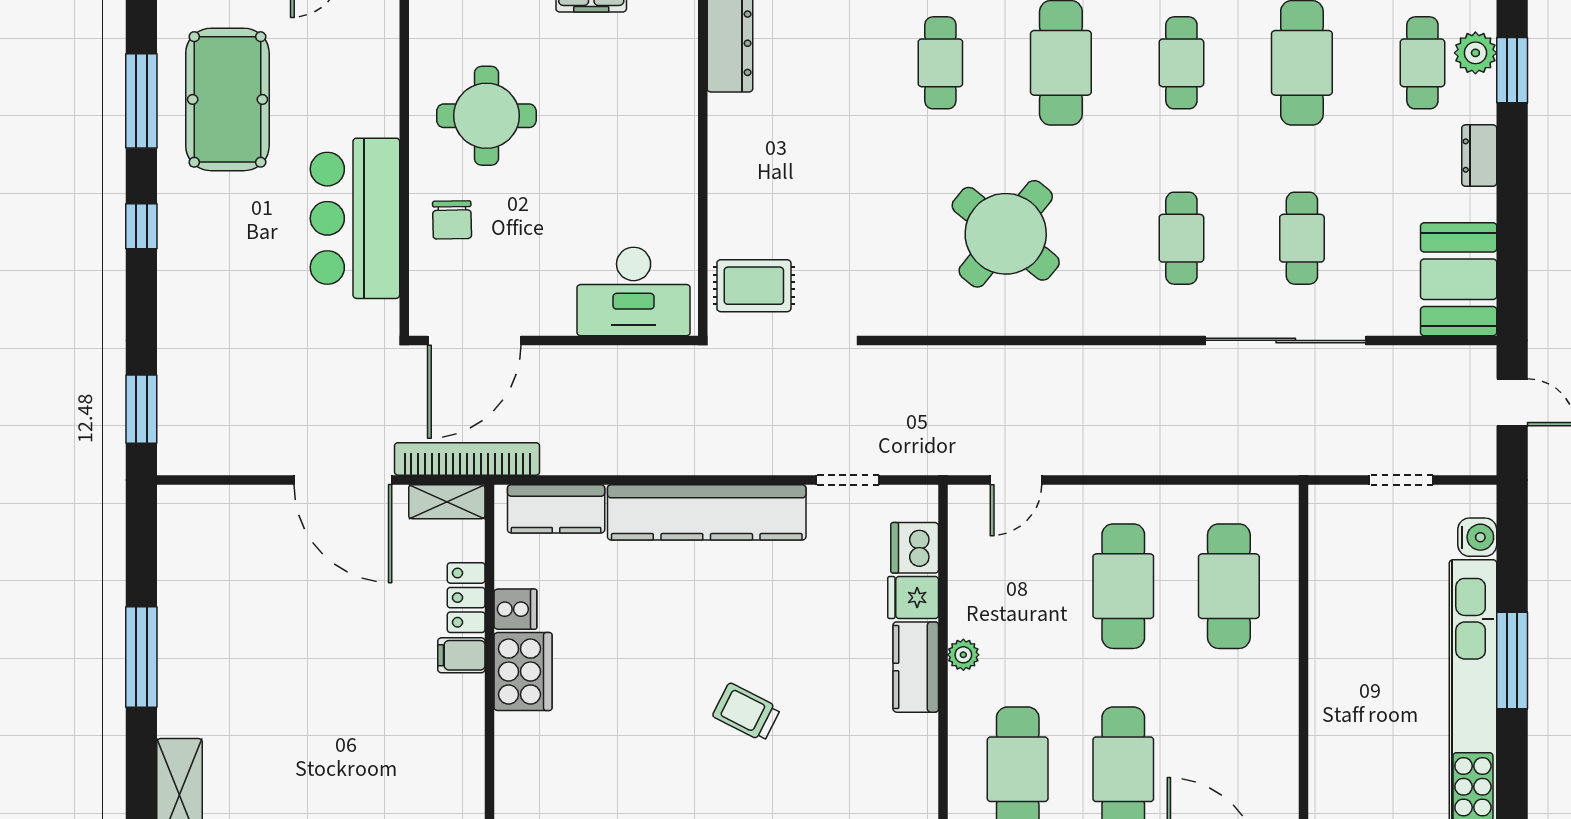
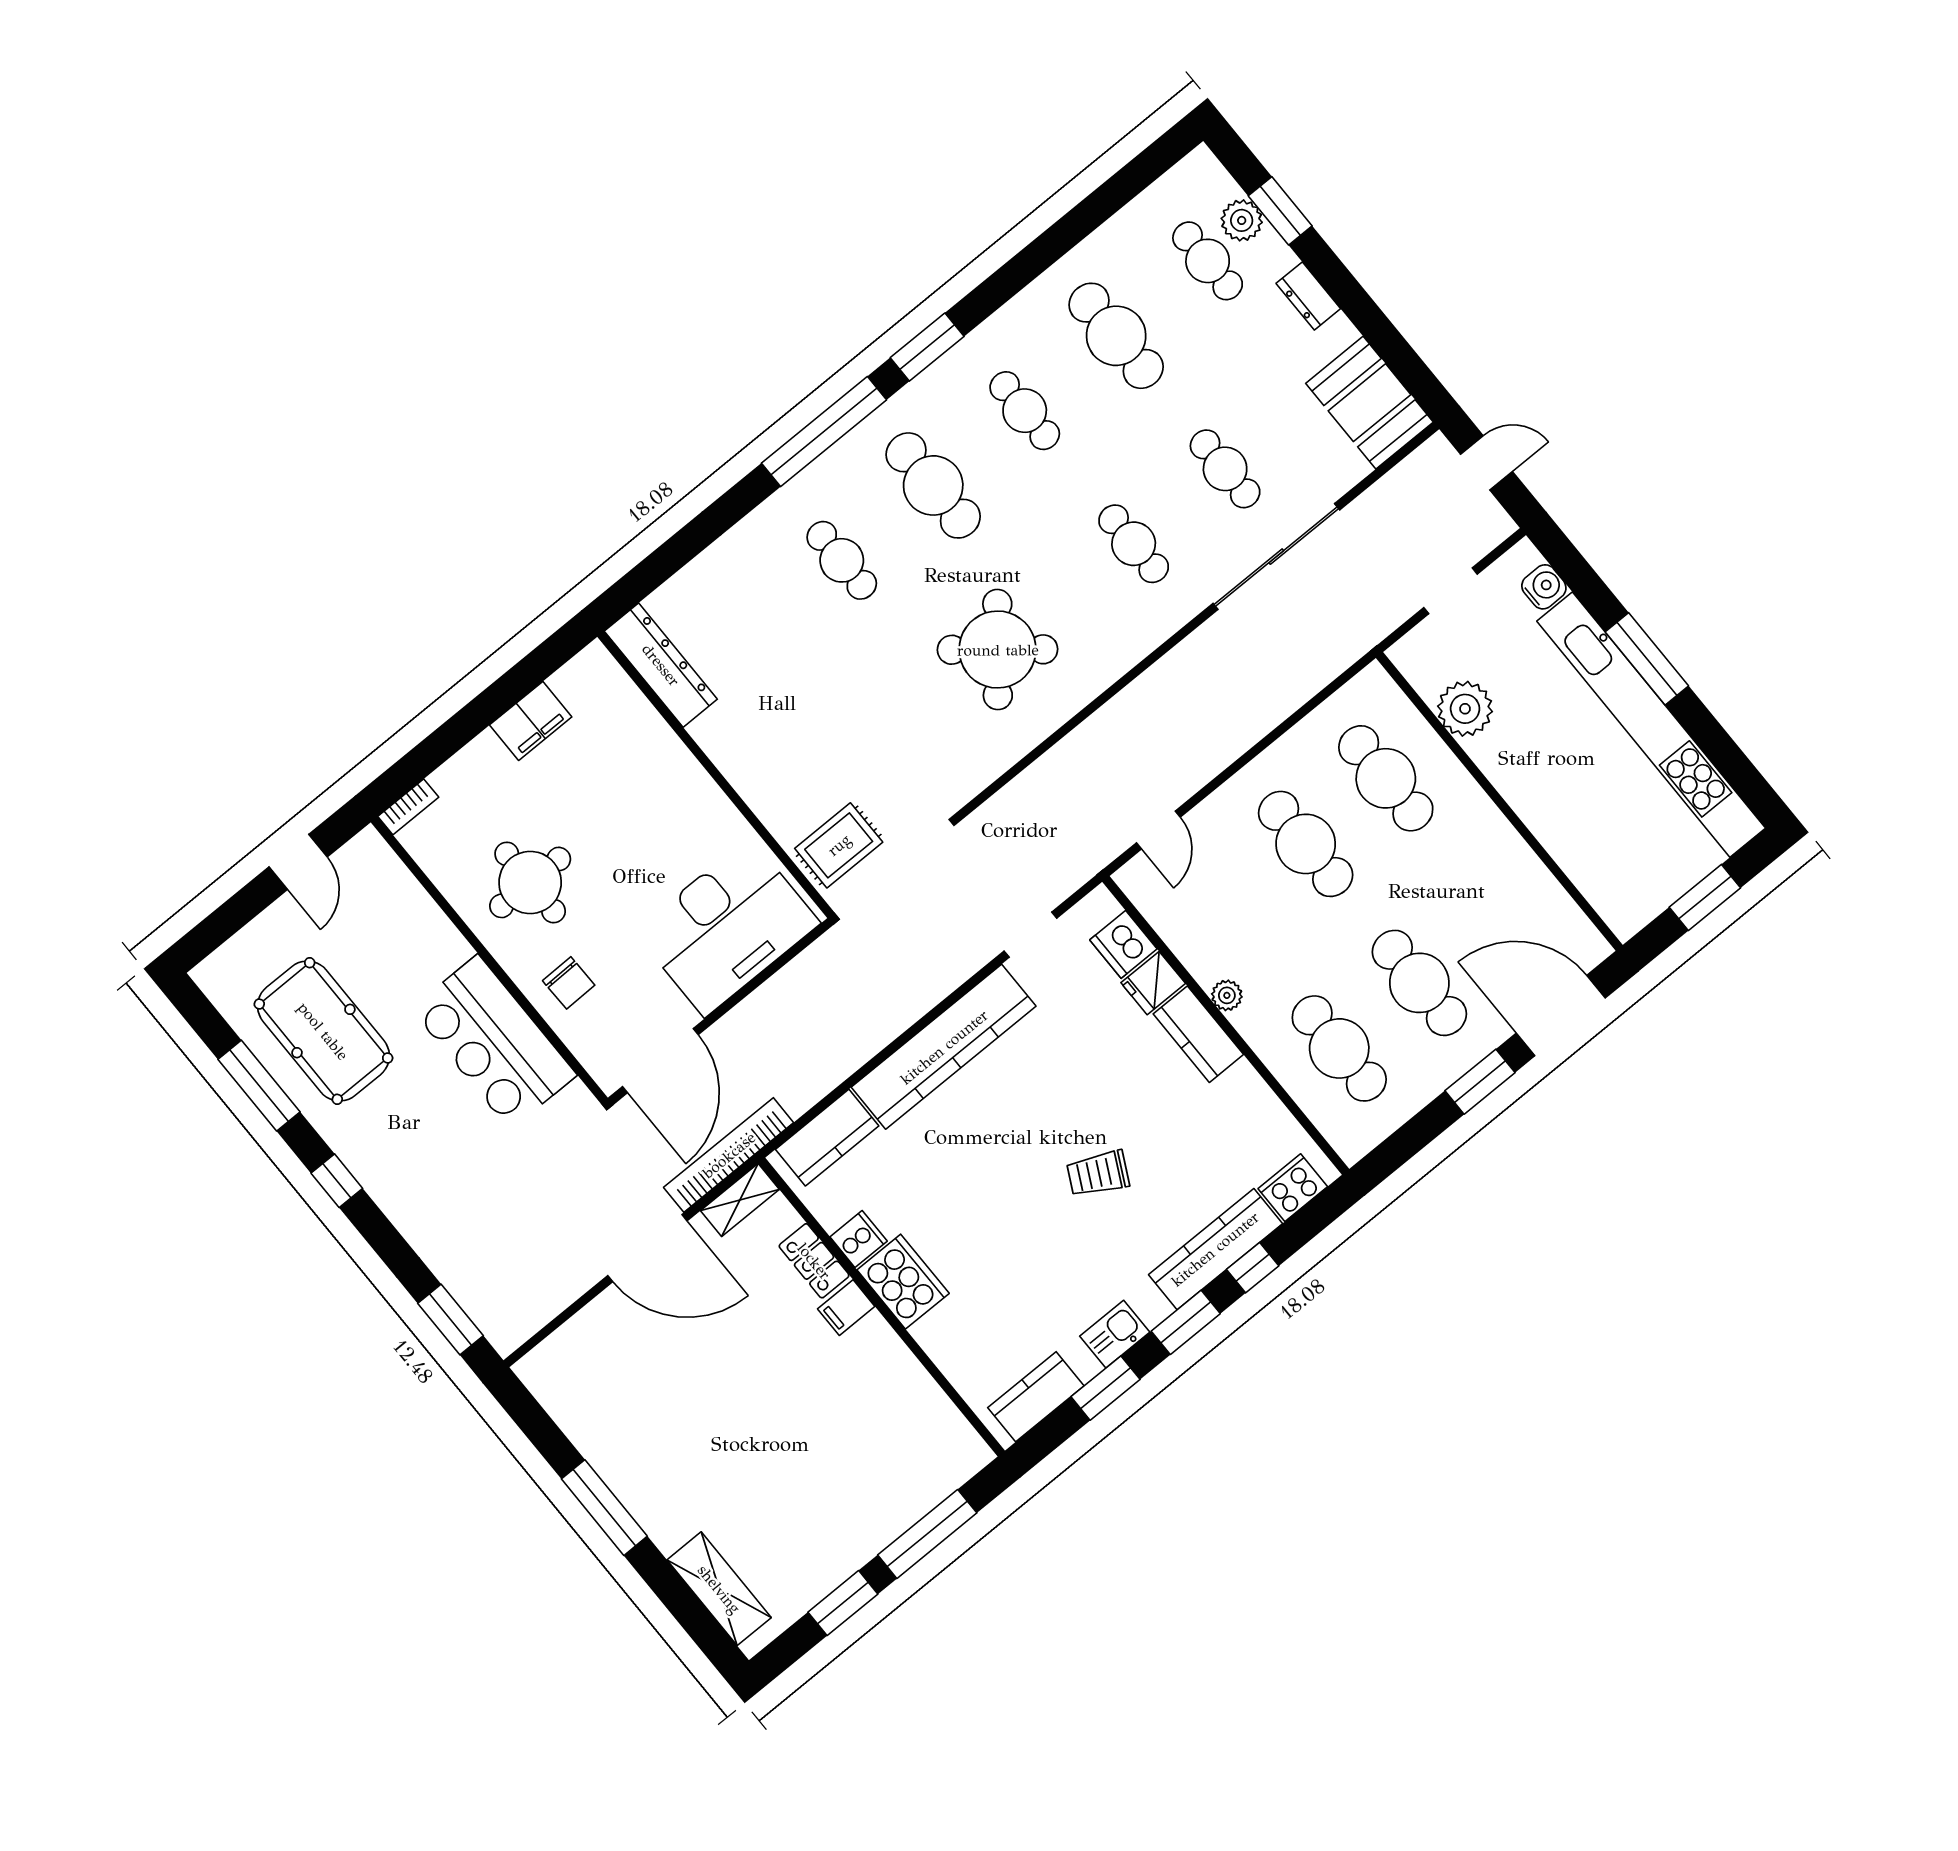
desk: (634, 291) -> (727, 927), width x1.36, depth x1.30
plant: (1336, 582) -> (1465, 709), added

